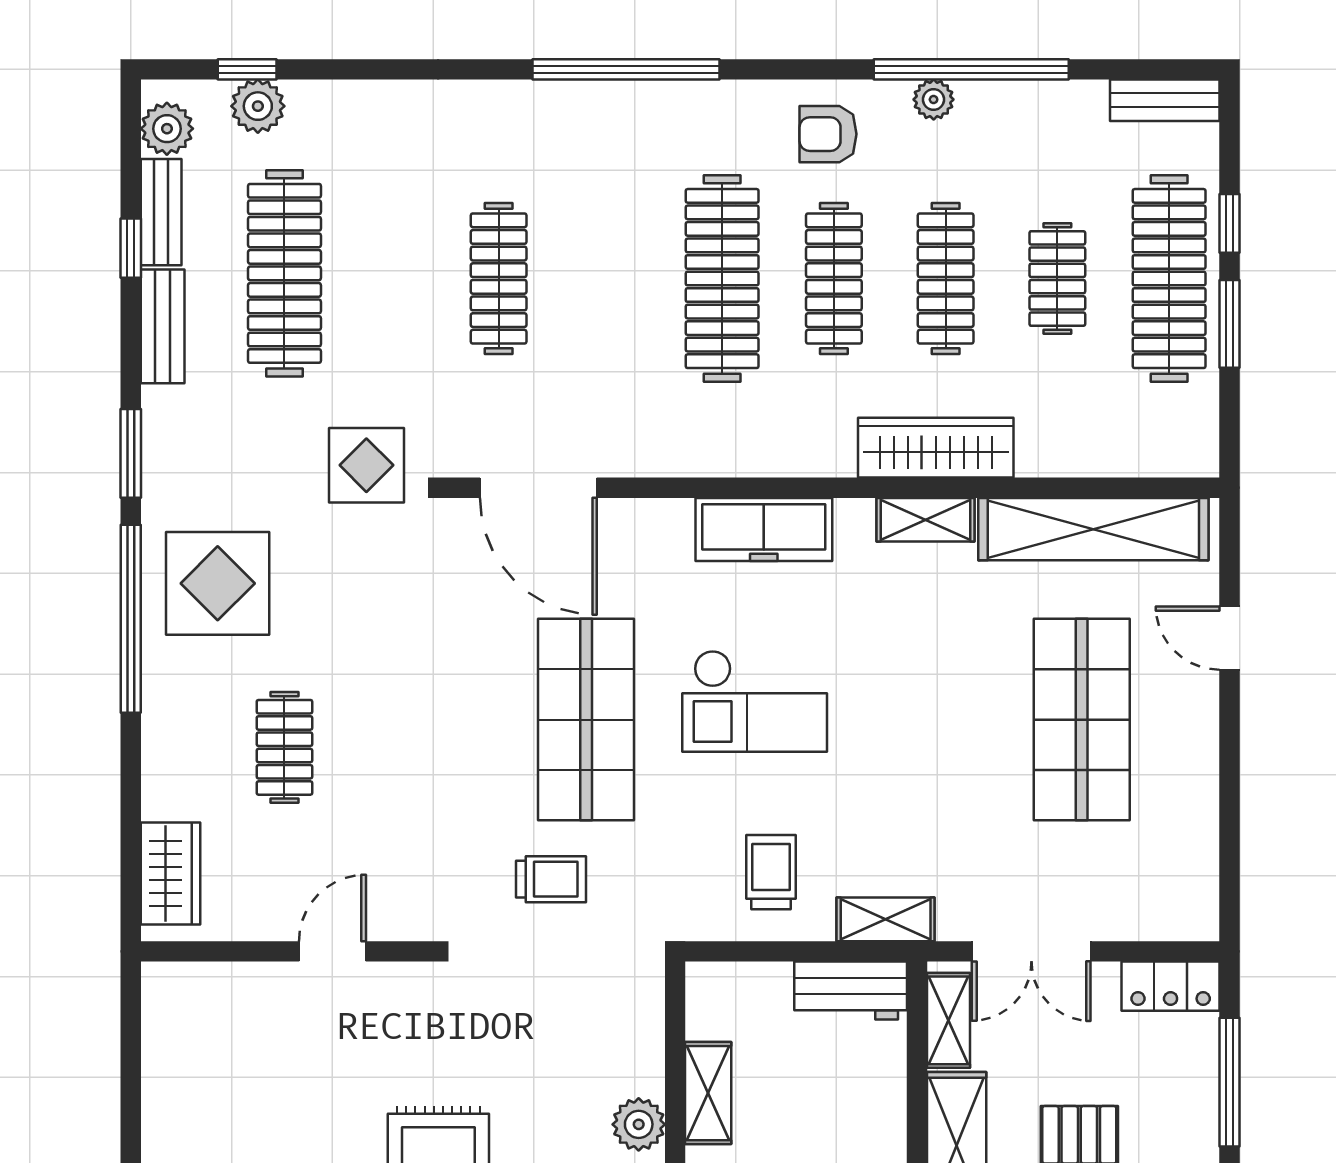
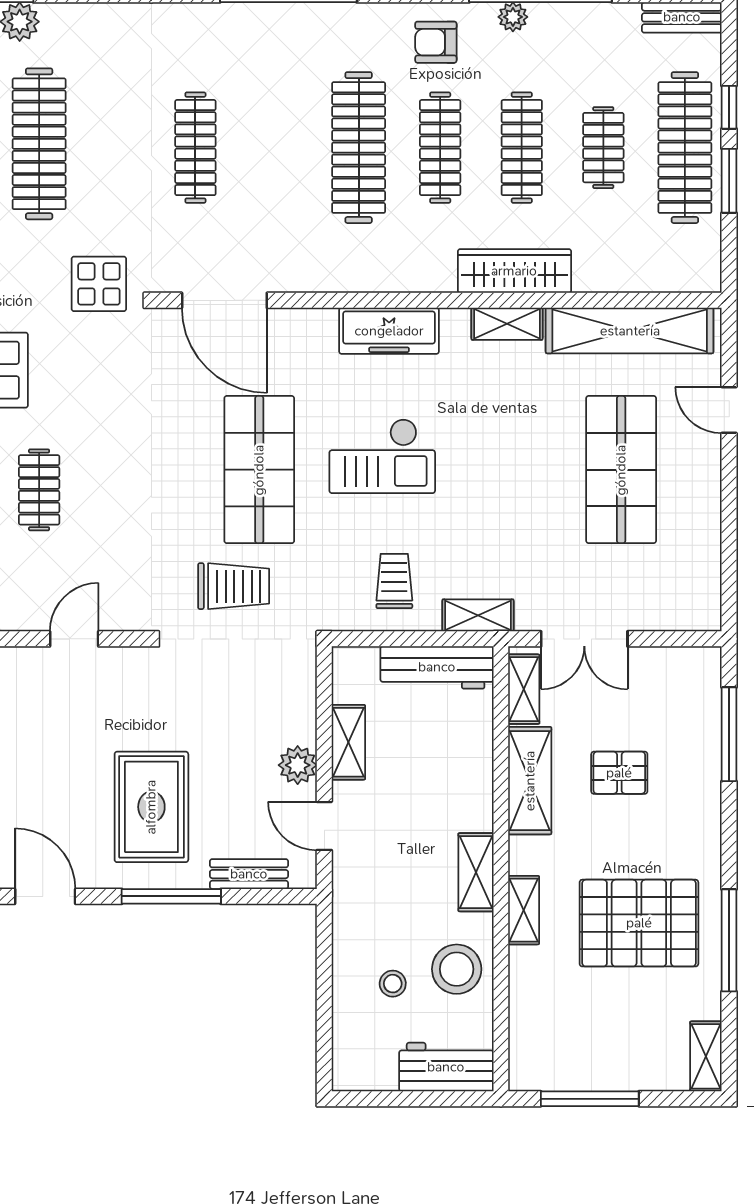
trolley: (551, 879) -> (234, 586), width x1.36, depth x1.39
locker: (1171, 986) -> (686, 664), removed
workbench: (851, 991) -> (437, 667), width x1.38

